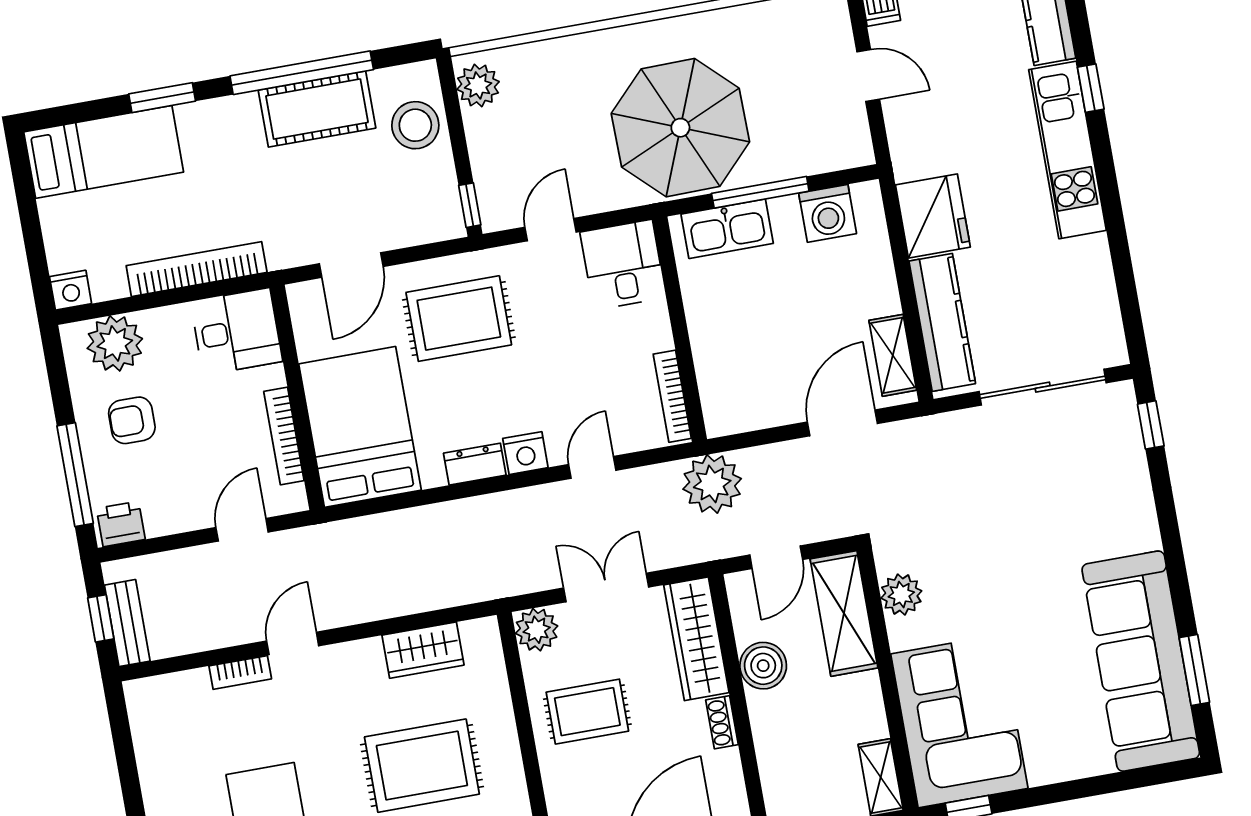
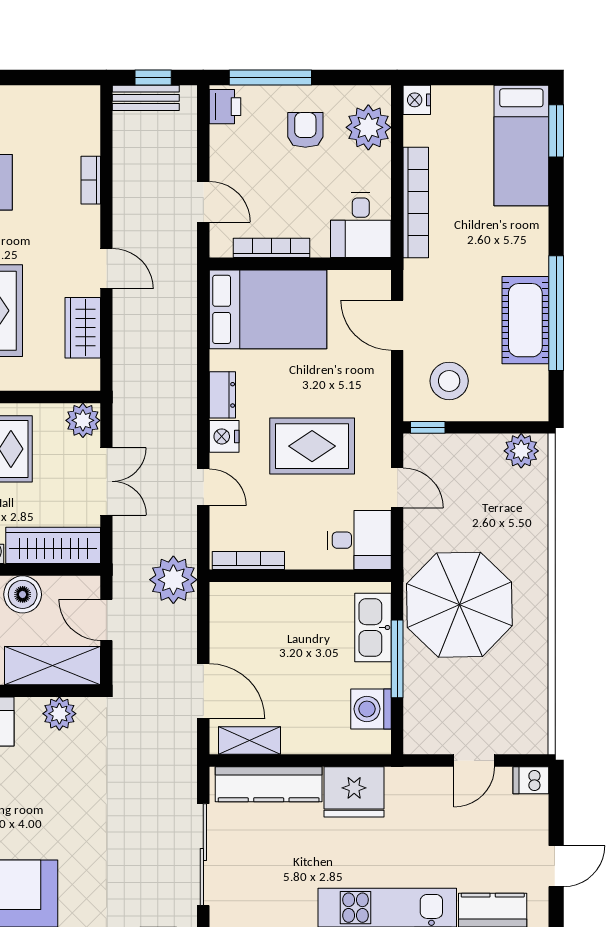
window: (162, 98) -> (556, 131), moved
stool: (415, 125) -> (449, 381), moved
rug: (459, 319) -> (312, 446), moved, turned 90
door: (293, 643) -> (106, 269), moved

